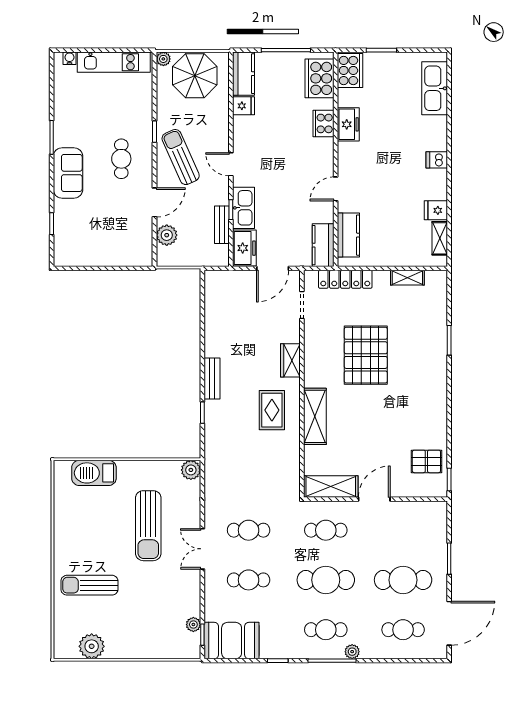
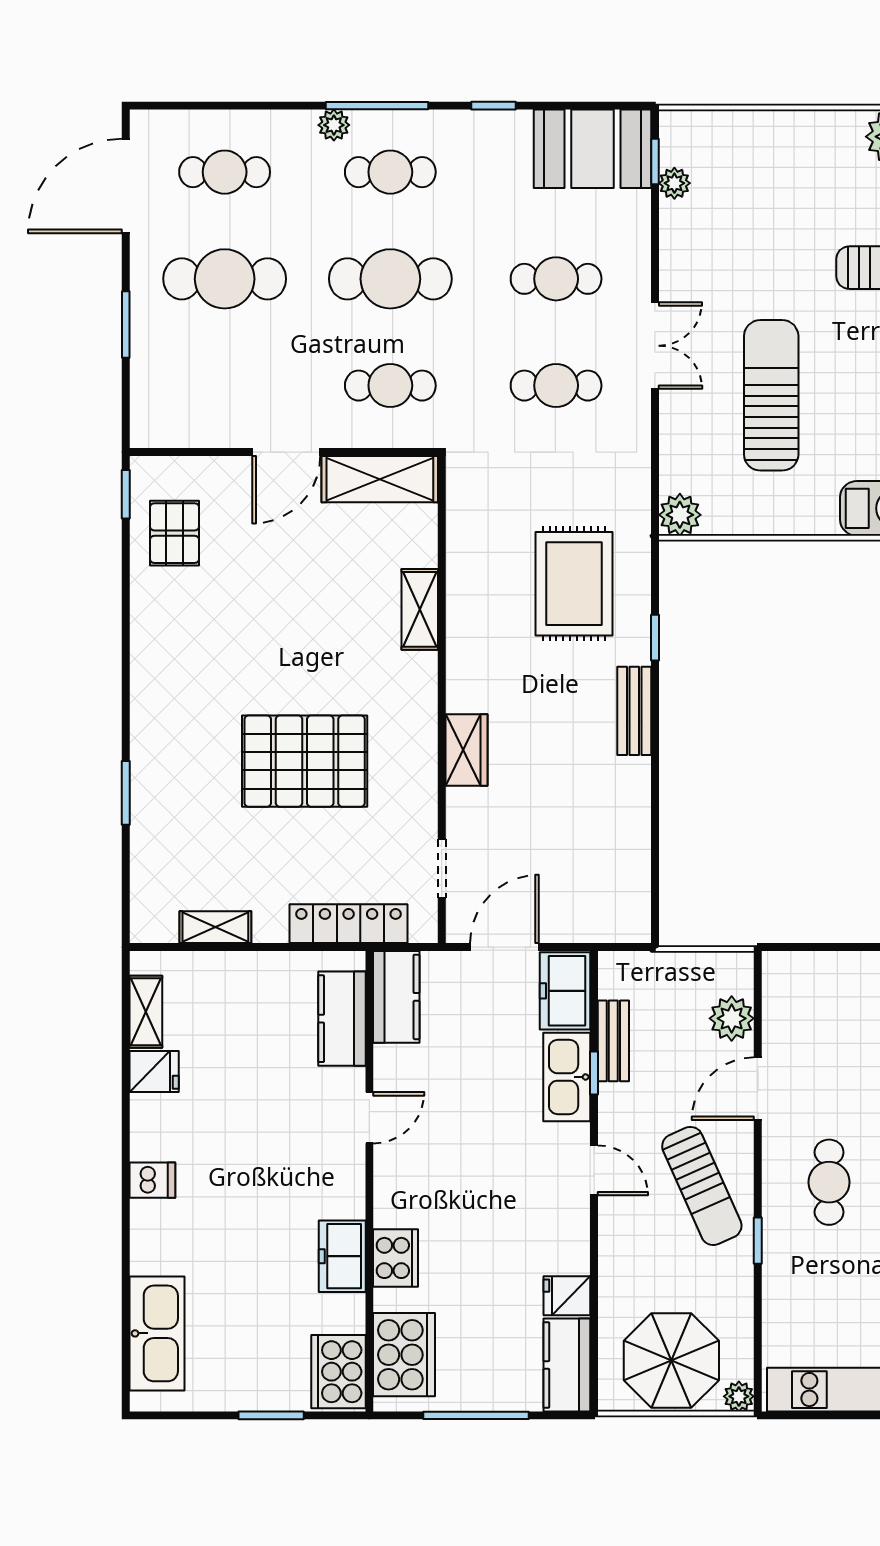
pallet: (366, 355) -> (305, 761), turned 90
rug: (272, 410) -> (574, 584), moved, width x1.36, depth x1.43
shelving: (315, 416) -> (420, 609), width x0.67, depth x0.75
pallet: (426, 461) -> (175, 533), turned 90

